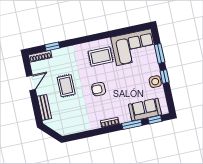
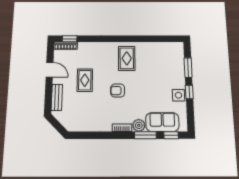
window: (52, 46) -> (70, 39), moved
corner sofa: (134, 47) -> (163, 56), removed
rug: (101, 57) -> (127, 58), turned 90
door: (31, 83) -> (50, 70), hinge flipped
plant: (124, 117) -> (139, 125), added

